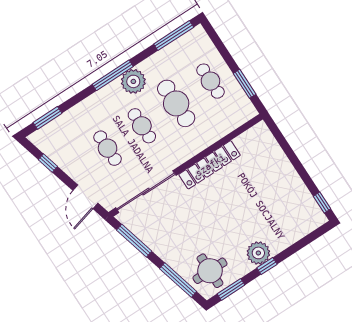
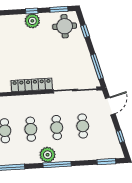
cafe table: (176, 103) -> (31, 129), width x0.73, depth x0.74
window: (178, 280) -> (85, 31), width x0.46

